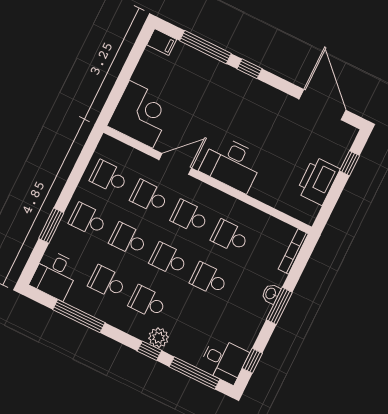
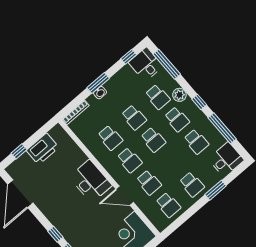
school desk: (128, 239) -> (158, 97), moved
window: (149, 351) -> (199, 102), moved

